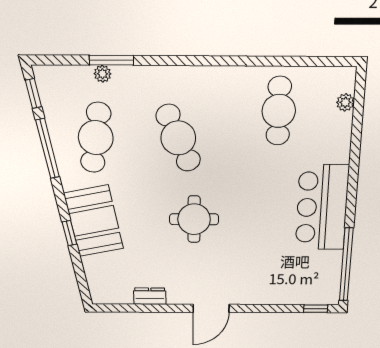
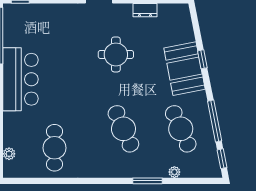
window: (111, 60) -> (147, 181), moved
cafe table: (96, 138) -> (181, 129), turned -33
round table: (194, 219) -> (116, 54), moved

